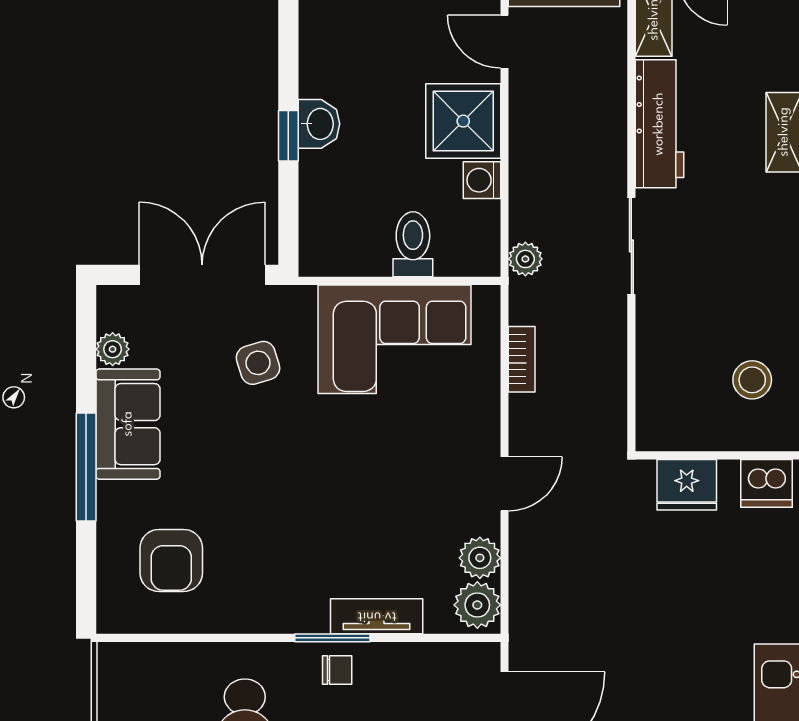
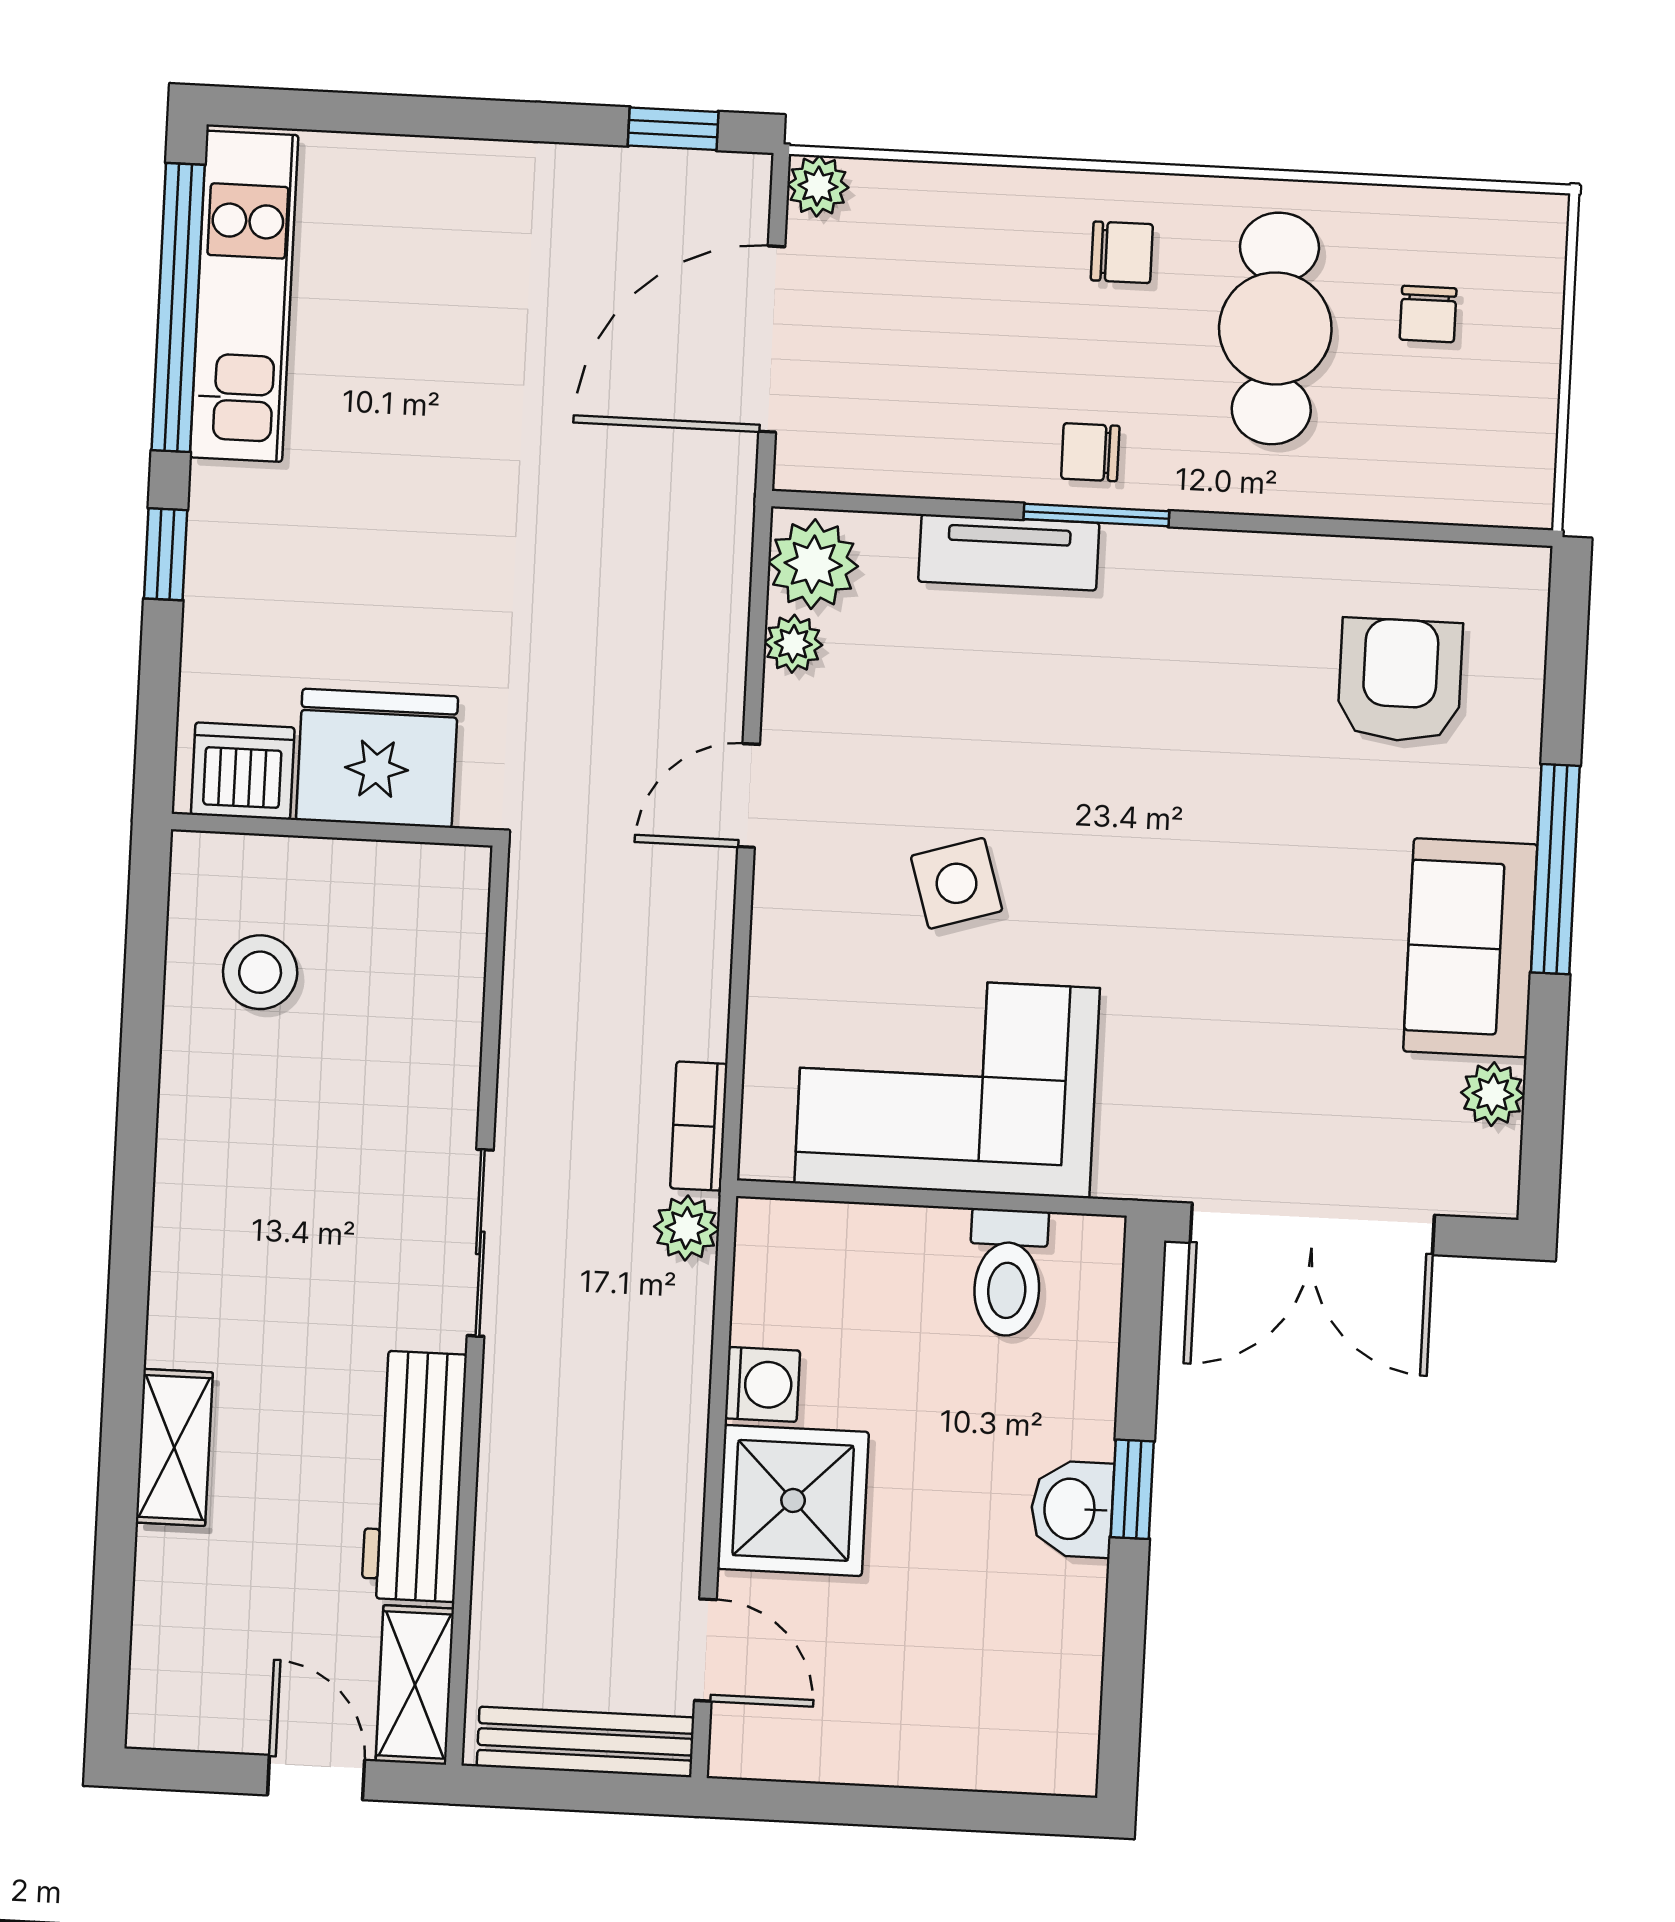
toilet: (413, 244) -> (1008, 1273), moved
bookcase: (522, 359) -> (699, 1126), moved
side table: (258, 363) -> (957, 883), moved
fridge: (687, 485) -> (377, 758), width x1.36, depth x1.34
plant: (480, 558) -> (793, 644), width x0.73, depth x0.73

